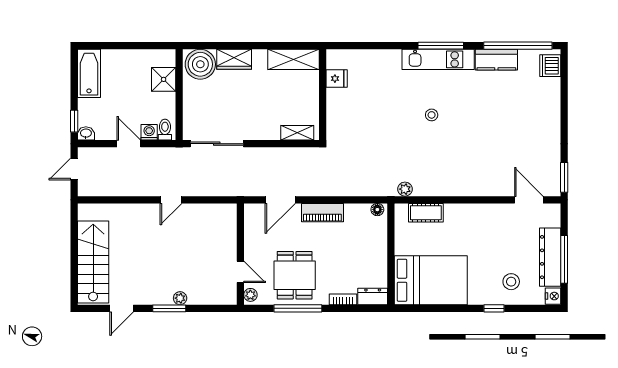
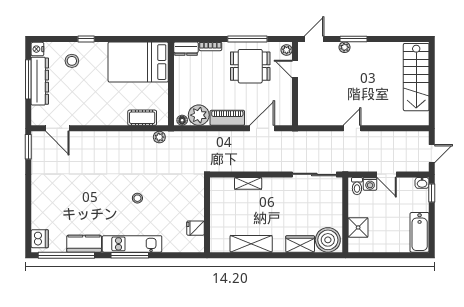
fridge: (337, 79) -> (195, 228), moved
wall: (323, 95) -> (207, 215), moved
plant: (357, 216) -> (199, 115), added
dining table: (295, 275) -> (250, 66), turned 90
door: (122, 308) -> (314, 39), moved

